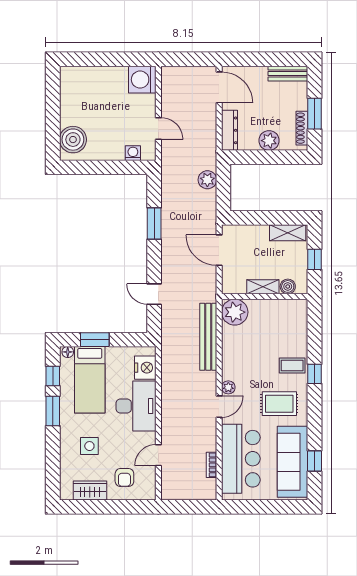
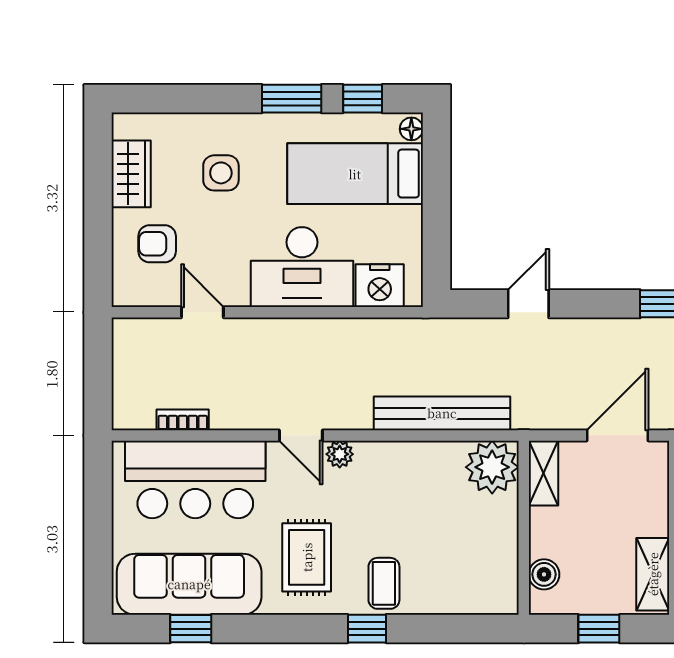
shelving: (263, 287) -> (543, 473), moved
window: (95, 340) -> (436, 184), removed

